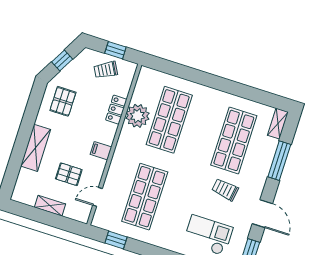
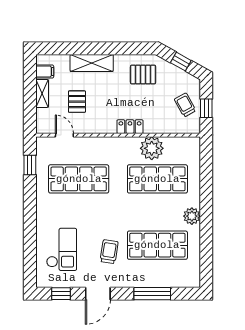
plant: (216, 98) -> (192, 216), added
locker: (116, 110) -> (130, 127), moved
shelving: (278, 124) -> (186, 281), removed
filing cabinet: (101, 151) -> (45, 71), moved, turned 90

